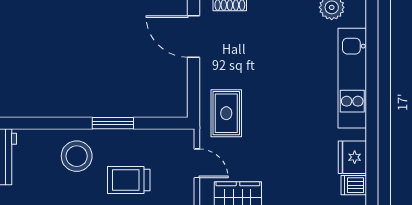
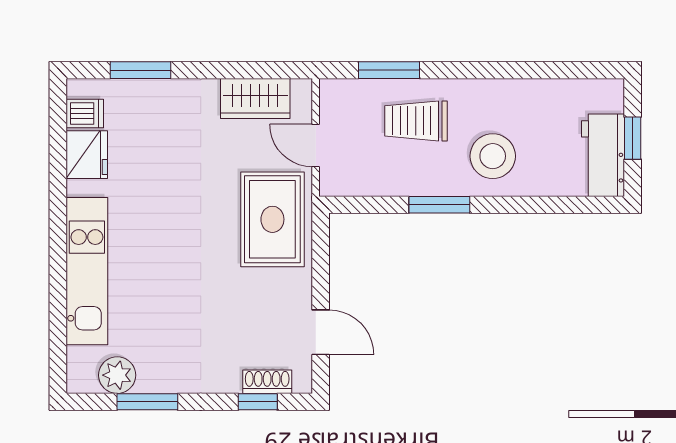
door: (194, 37) -> (321, 332), width x0.73
rug: (226, 113) -> (272, 219), width x1.36, depth x1.43
trolley: (129, 180) -> (416, 121), turned 180

